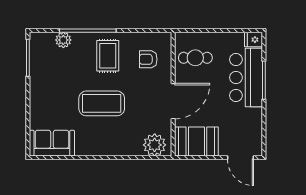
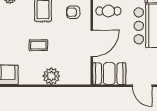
coffee table: (102, 103) -> (38, 45), width x0.54, depth x0.58
plant: (155, 145) -> (51, 76), moved

